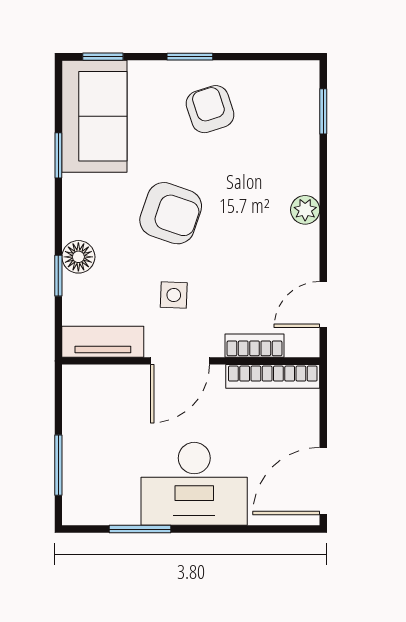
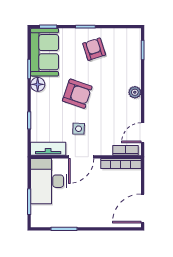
floor lamp: (78, 257) -> (38, 84), moved
bookcase: (254, 346) -> (125, 150), moved
desk: (194, 484) -> (48, 181), moved, turned 90

